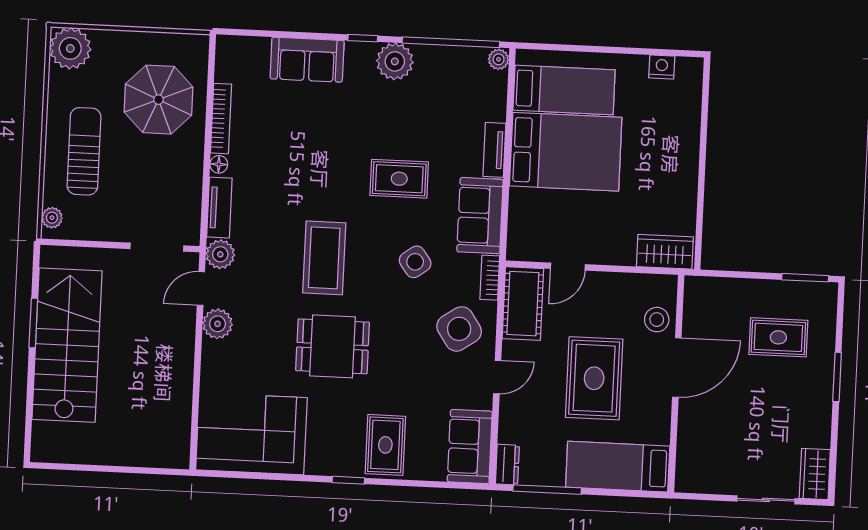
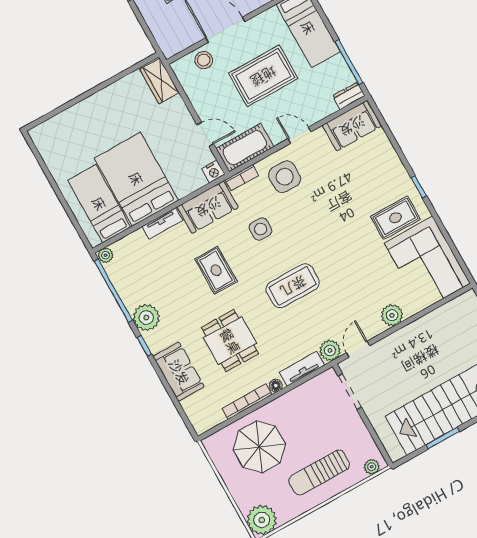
nightstand: (662, 67) -> (213, 172), moved, turned -90
side table: (415, 262) -> (260, 229), turned 36
door: (201, 288) -> (358, 349), swing flipped
plant: (218, 324) -> (392, 315), moved
side table: (459, 329) -> (285, 177), turned 34
dining table: (333, 346) -> (230, 341), moved
rug: (385, 445) -> (395, 218), moved

